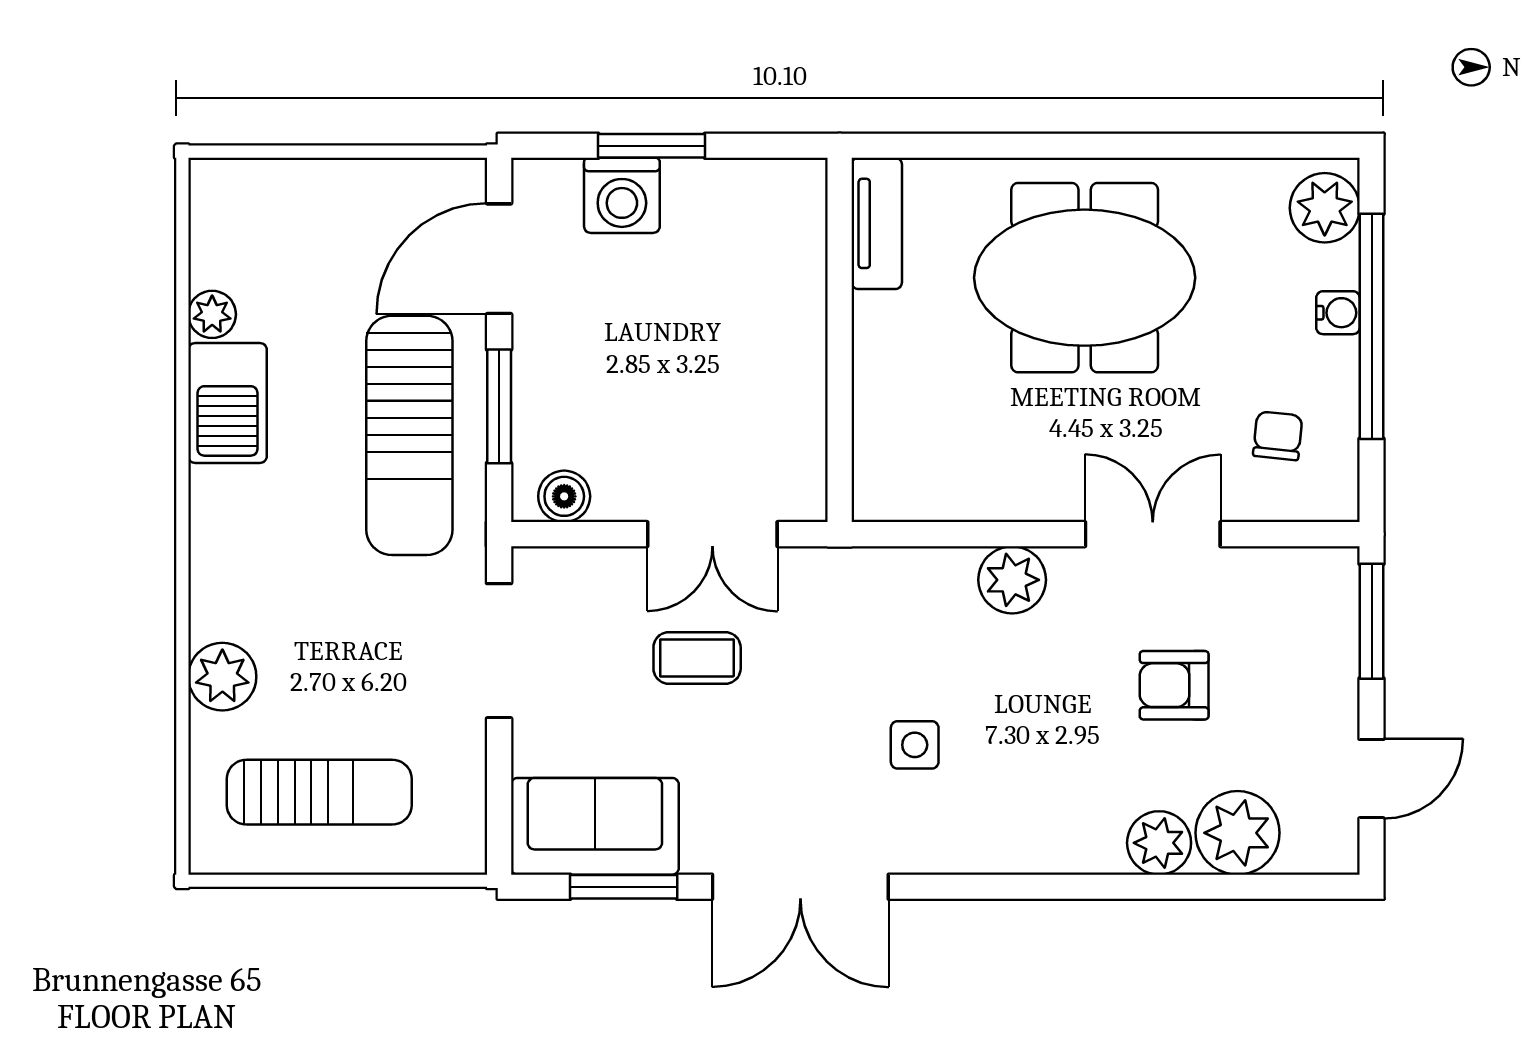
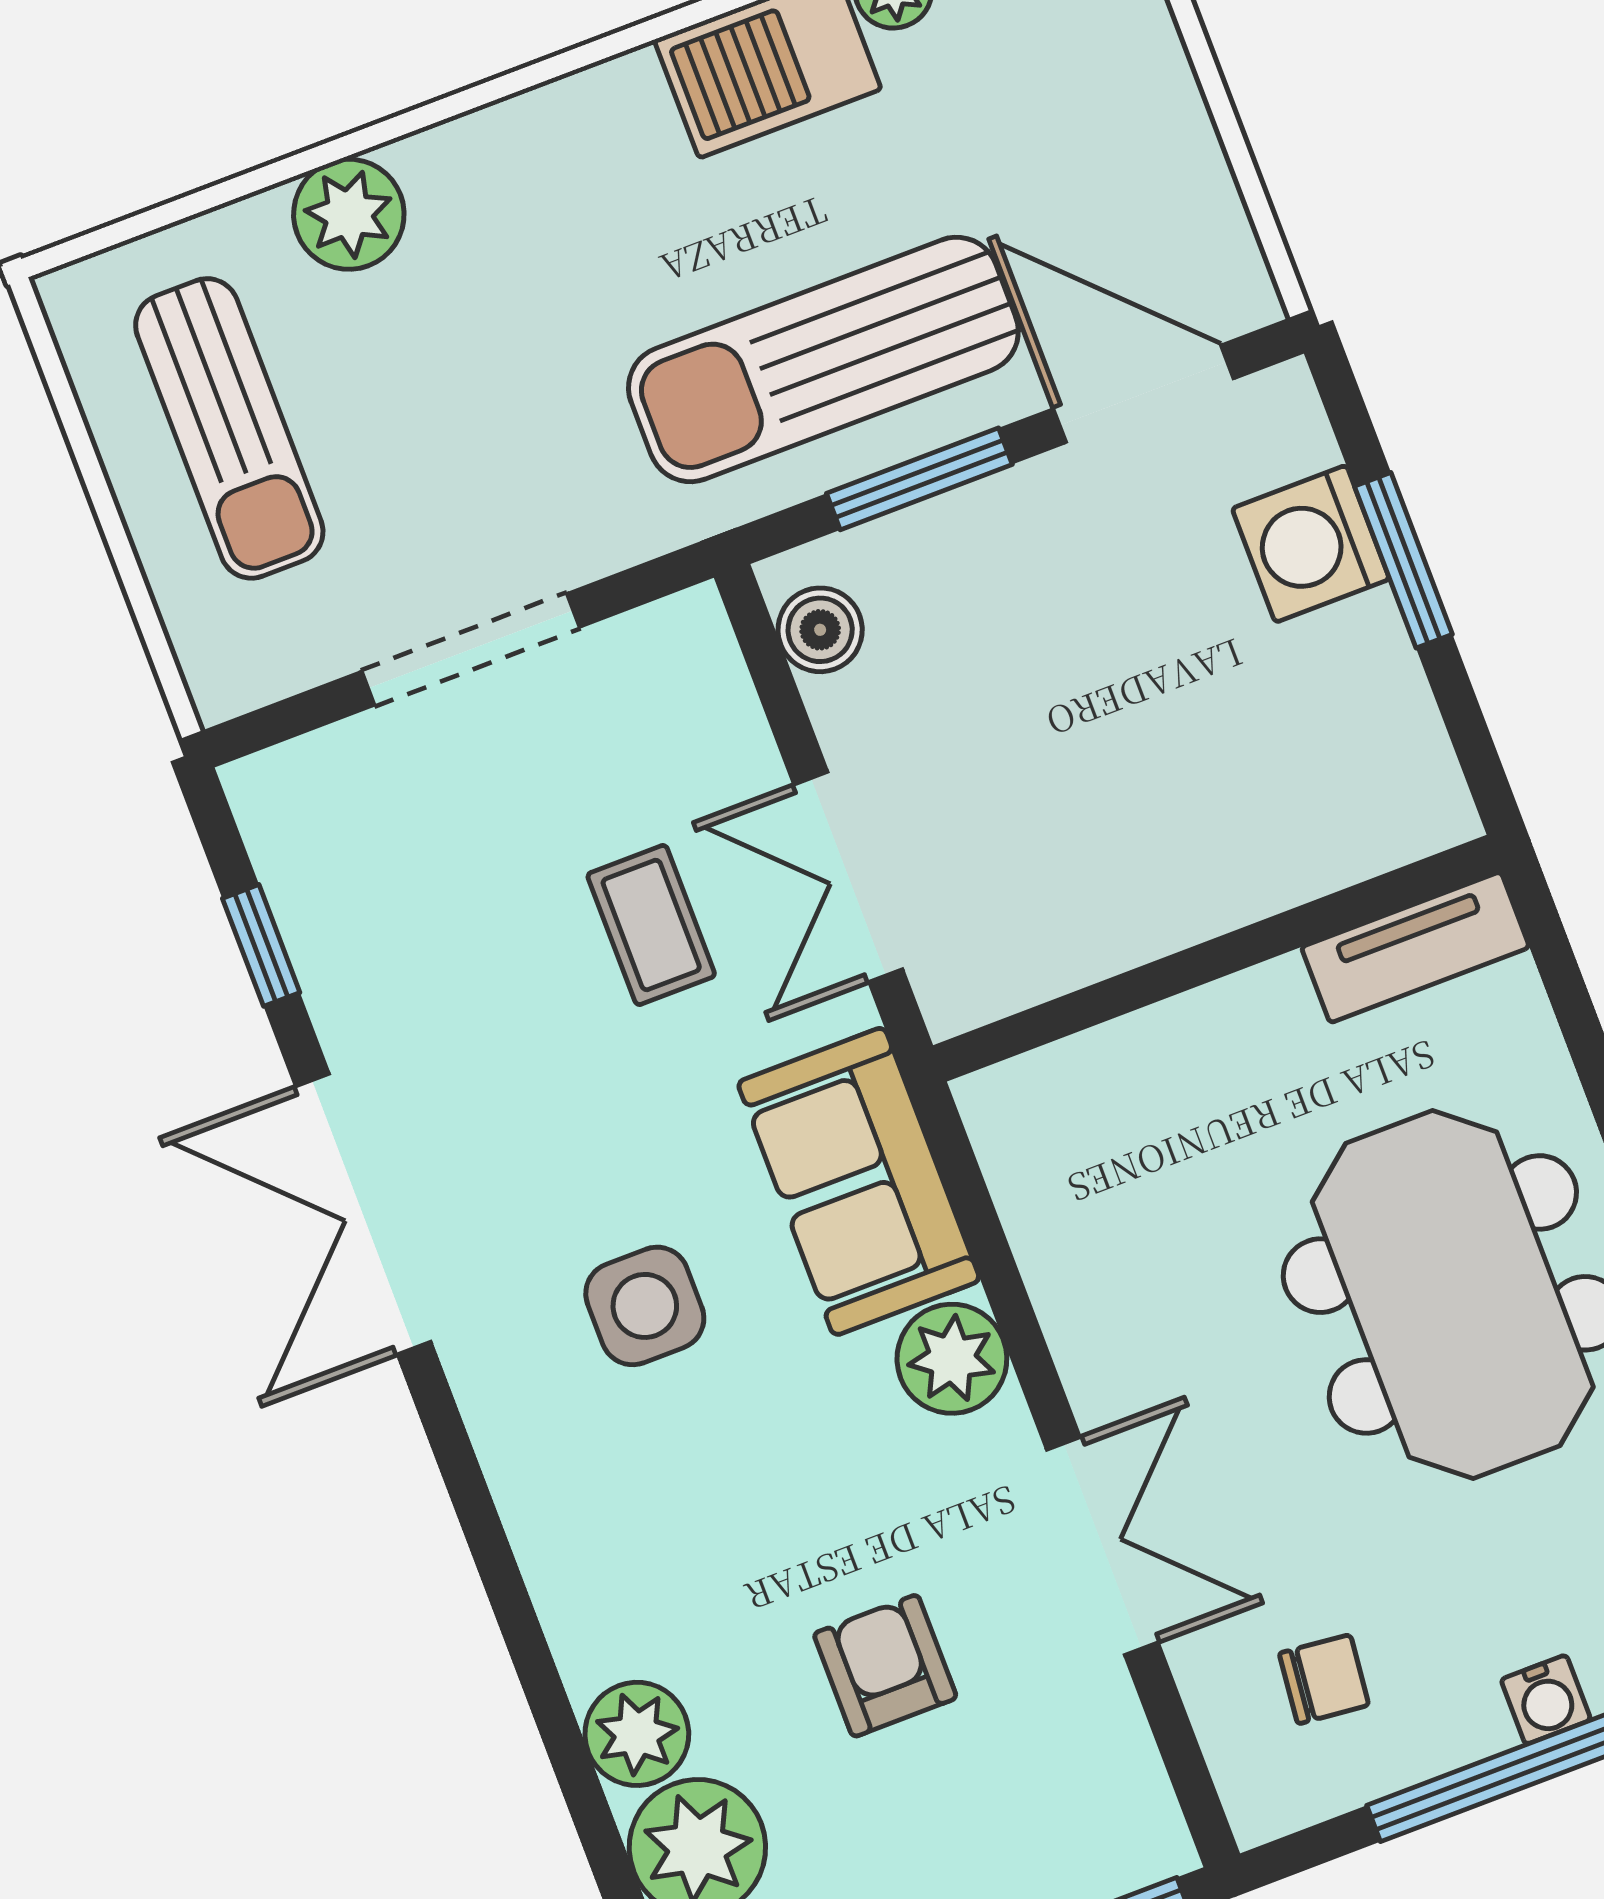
doorway: (499, 651) -> (471, 649), moved
side table: (915, 745) -> (645, 1306), width x1.37, depth x1.37
sofa: (595, 826) -> (859, 1181), moved, turned 180
window: (624, 887) -> (261, 945), width x0.67

